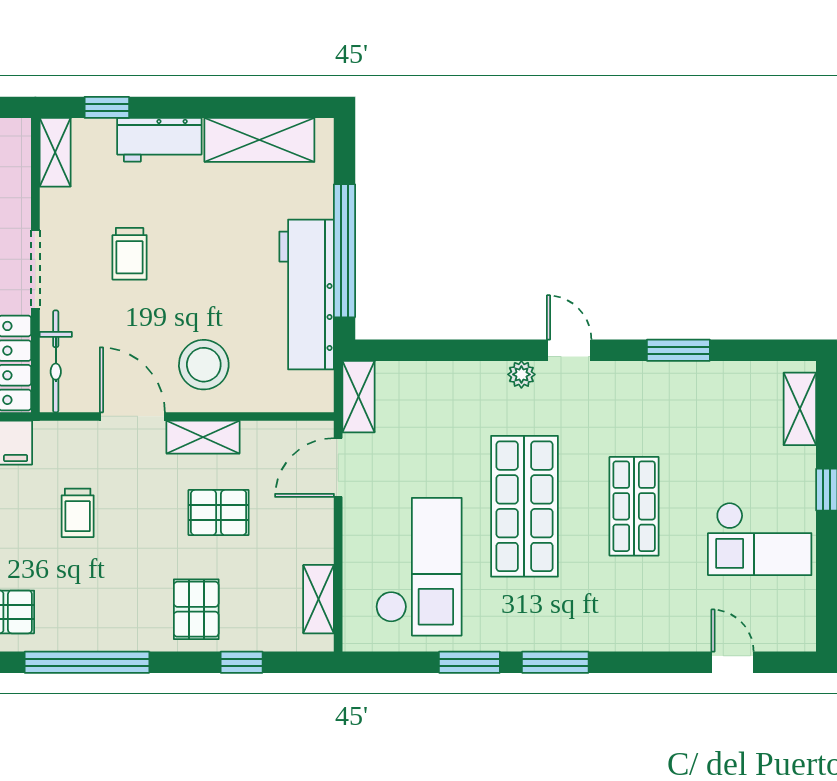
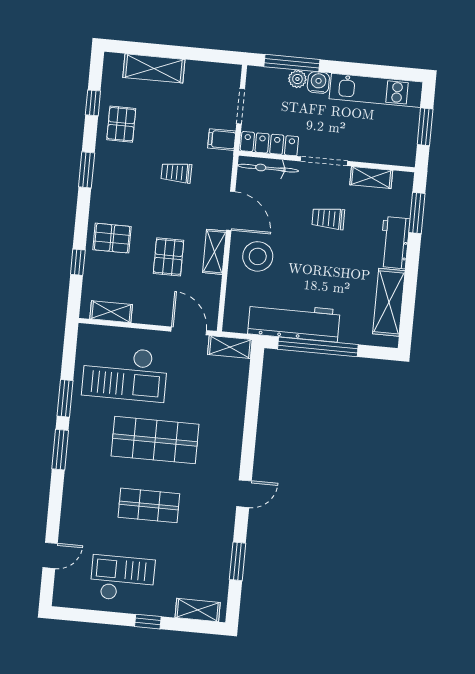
window: (107, 107) -> (417, 213), width x1.50
shelving: (55, 152) -> (371, 178), moved
door: (569, 350) -> (244, 494), moved
window: (678, 350) -> (238, 561), moved
plant: (521, 374) -> (234, 446), removed
door: (132, 416) -> (231, 211), hinge flipped
checkout: (760, 539) -> (122, 579), turned 90
window: (87, 662) -> (87, 170), width x0.47

